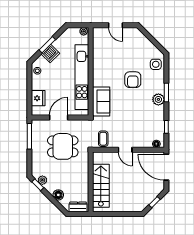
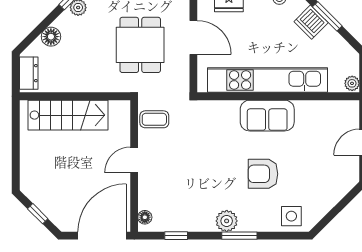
sofa: (101, 102) -> (267, 116), moved

